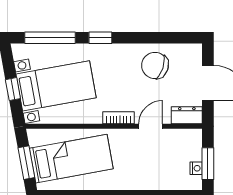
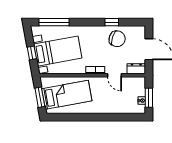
window: (100, 38) -> (112, 22), moved
chair: (155, 65) -> (117, 39), turned 180
door: (151, 126) -> (115, 75), swing flipped

